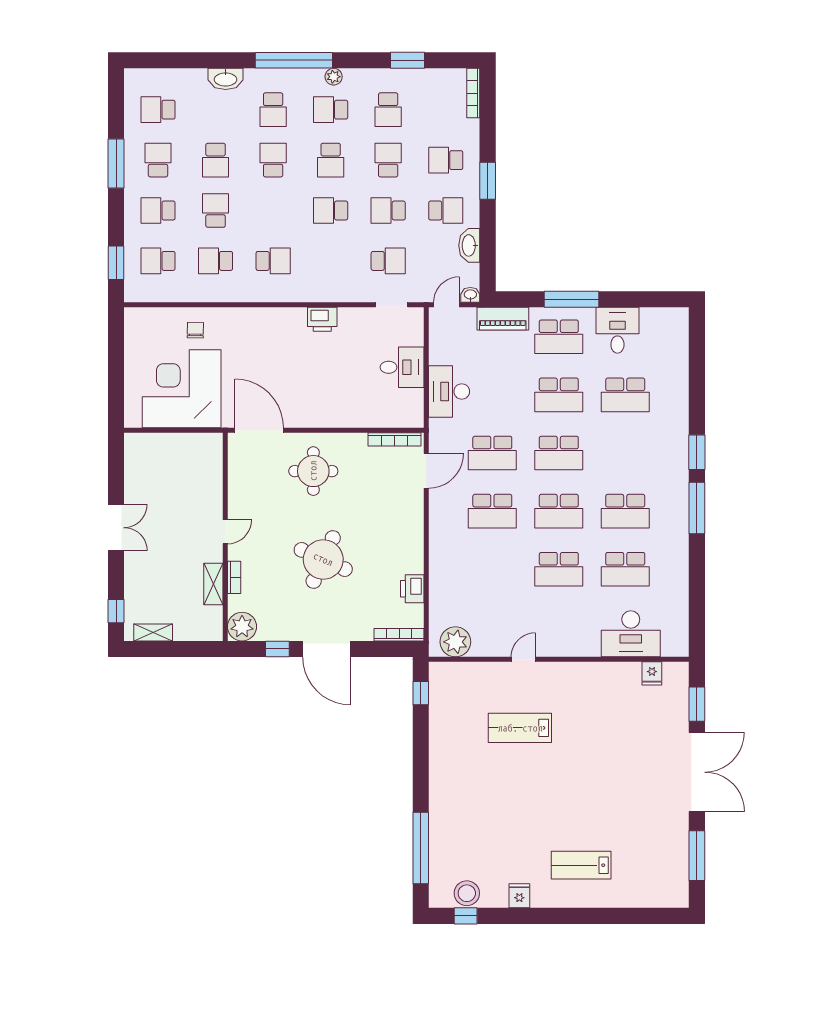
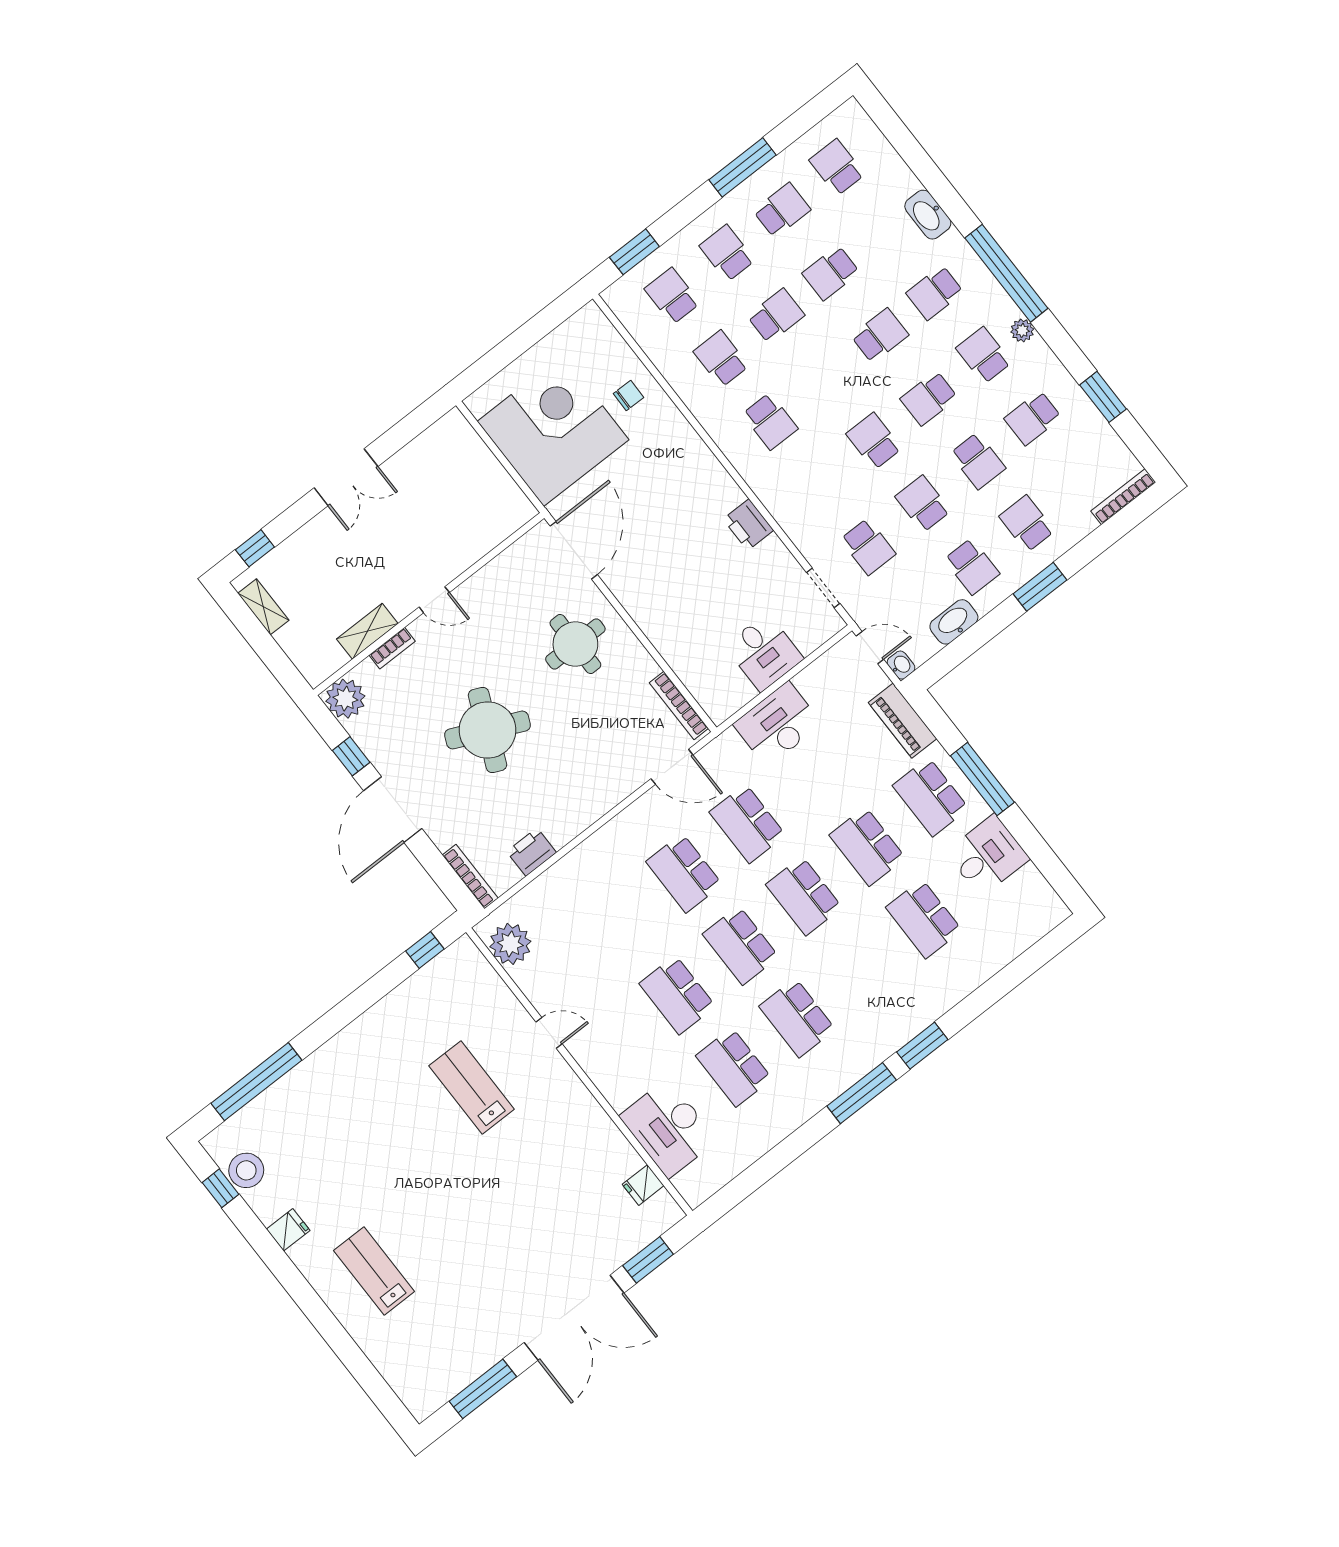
school desk: (388, 160) -> (978, 461), turned 90

